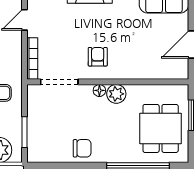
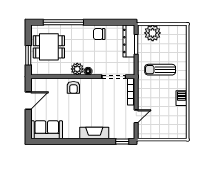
armchair: (98, 57) -> (73, 87), moved
dining table: (161, 128) -> (49, 47), turned 90
dresser: (36, 138) -> (129, 41), added

